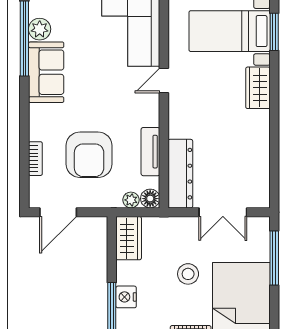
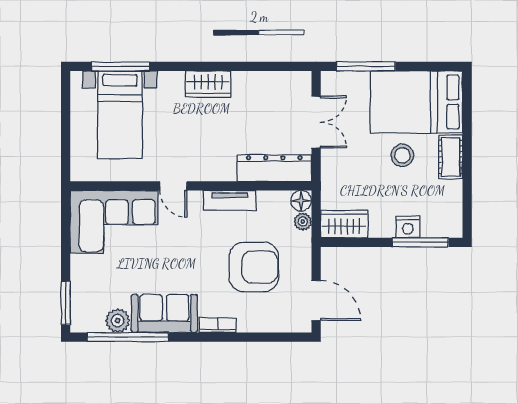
window: (274, 32) -> (121, 66), width x1.44
wardrobe: (258, 88) -> (208, 84), moved
tv unit: (150, 152) -> (230, 200), moved
bookcase: (35, 159) -> (218, 325), moved
stool: (188, 274) -> (402, 155), moved

